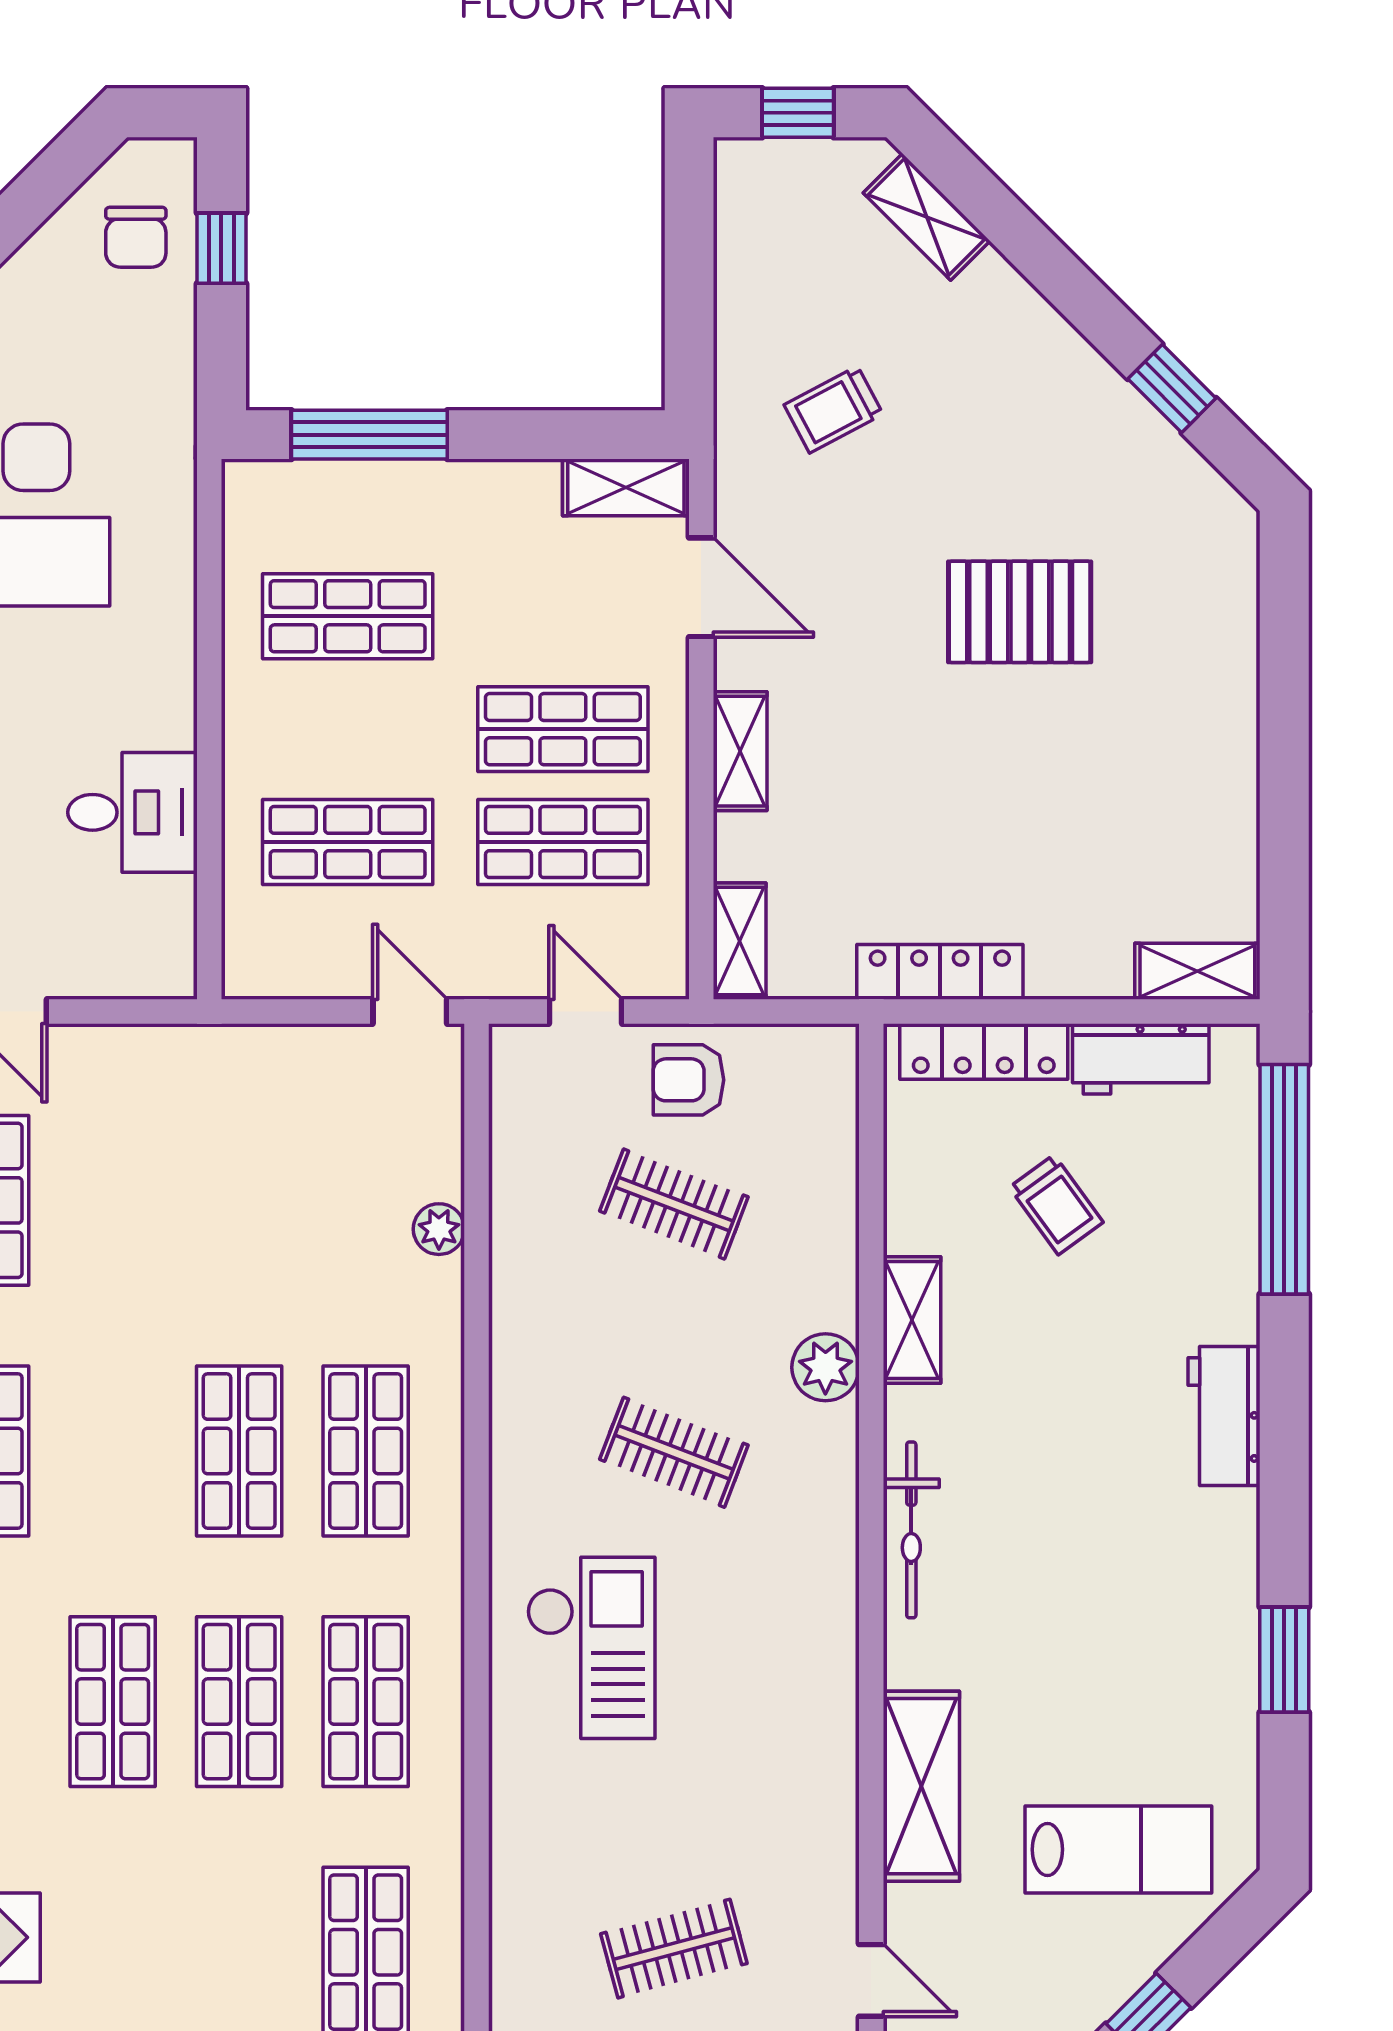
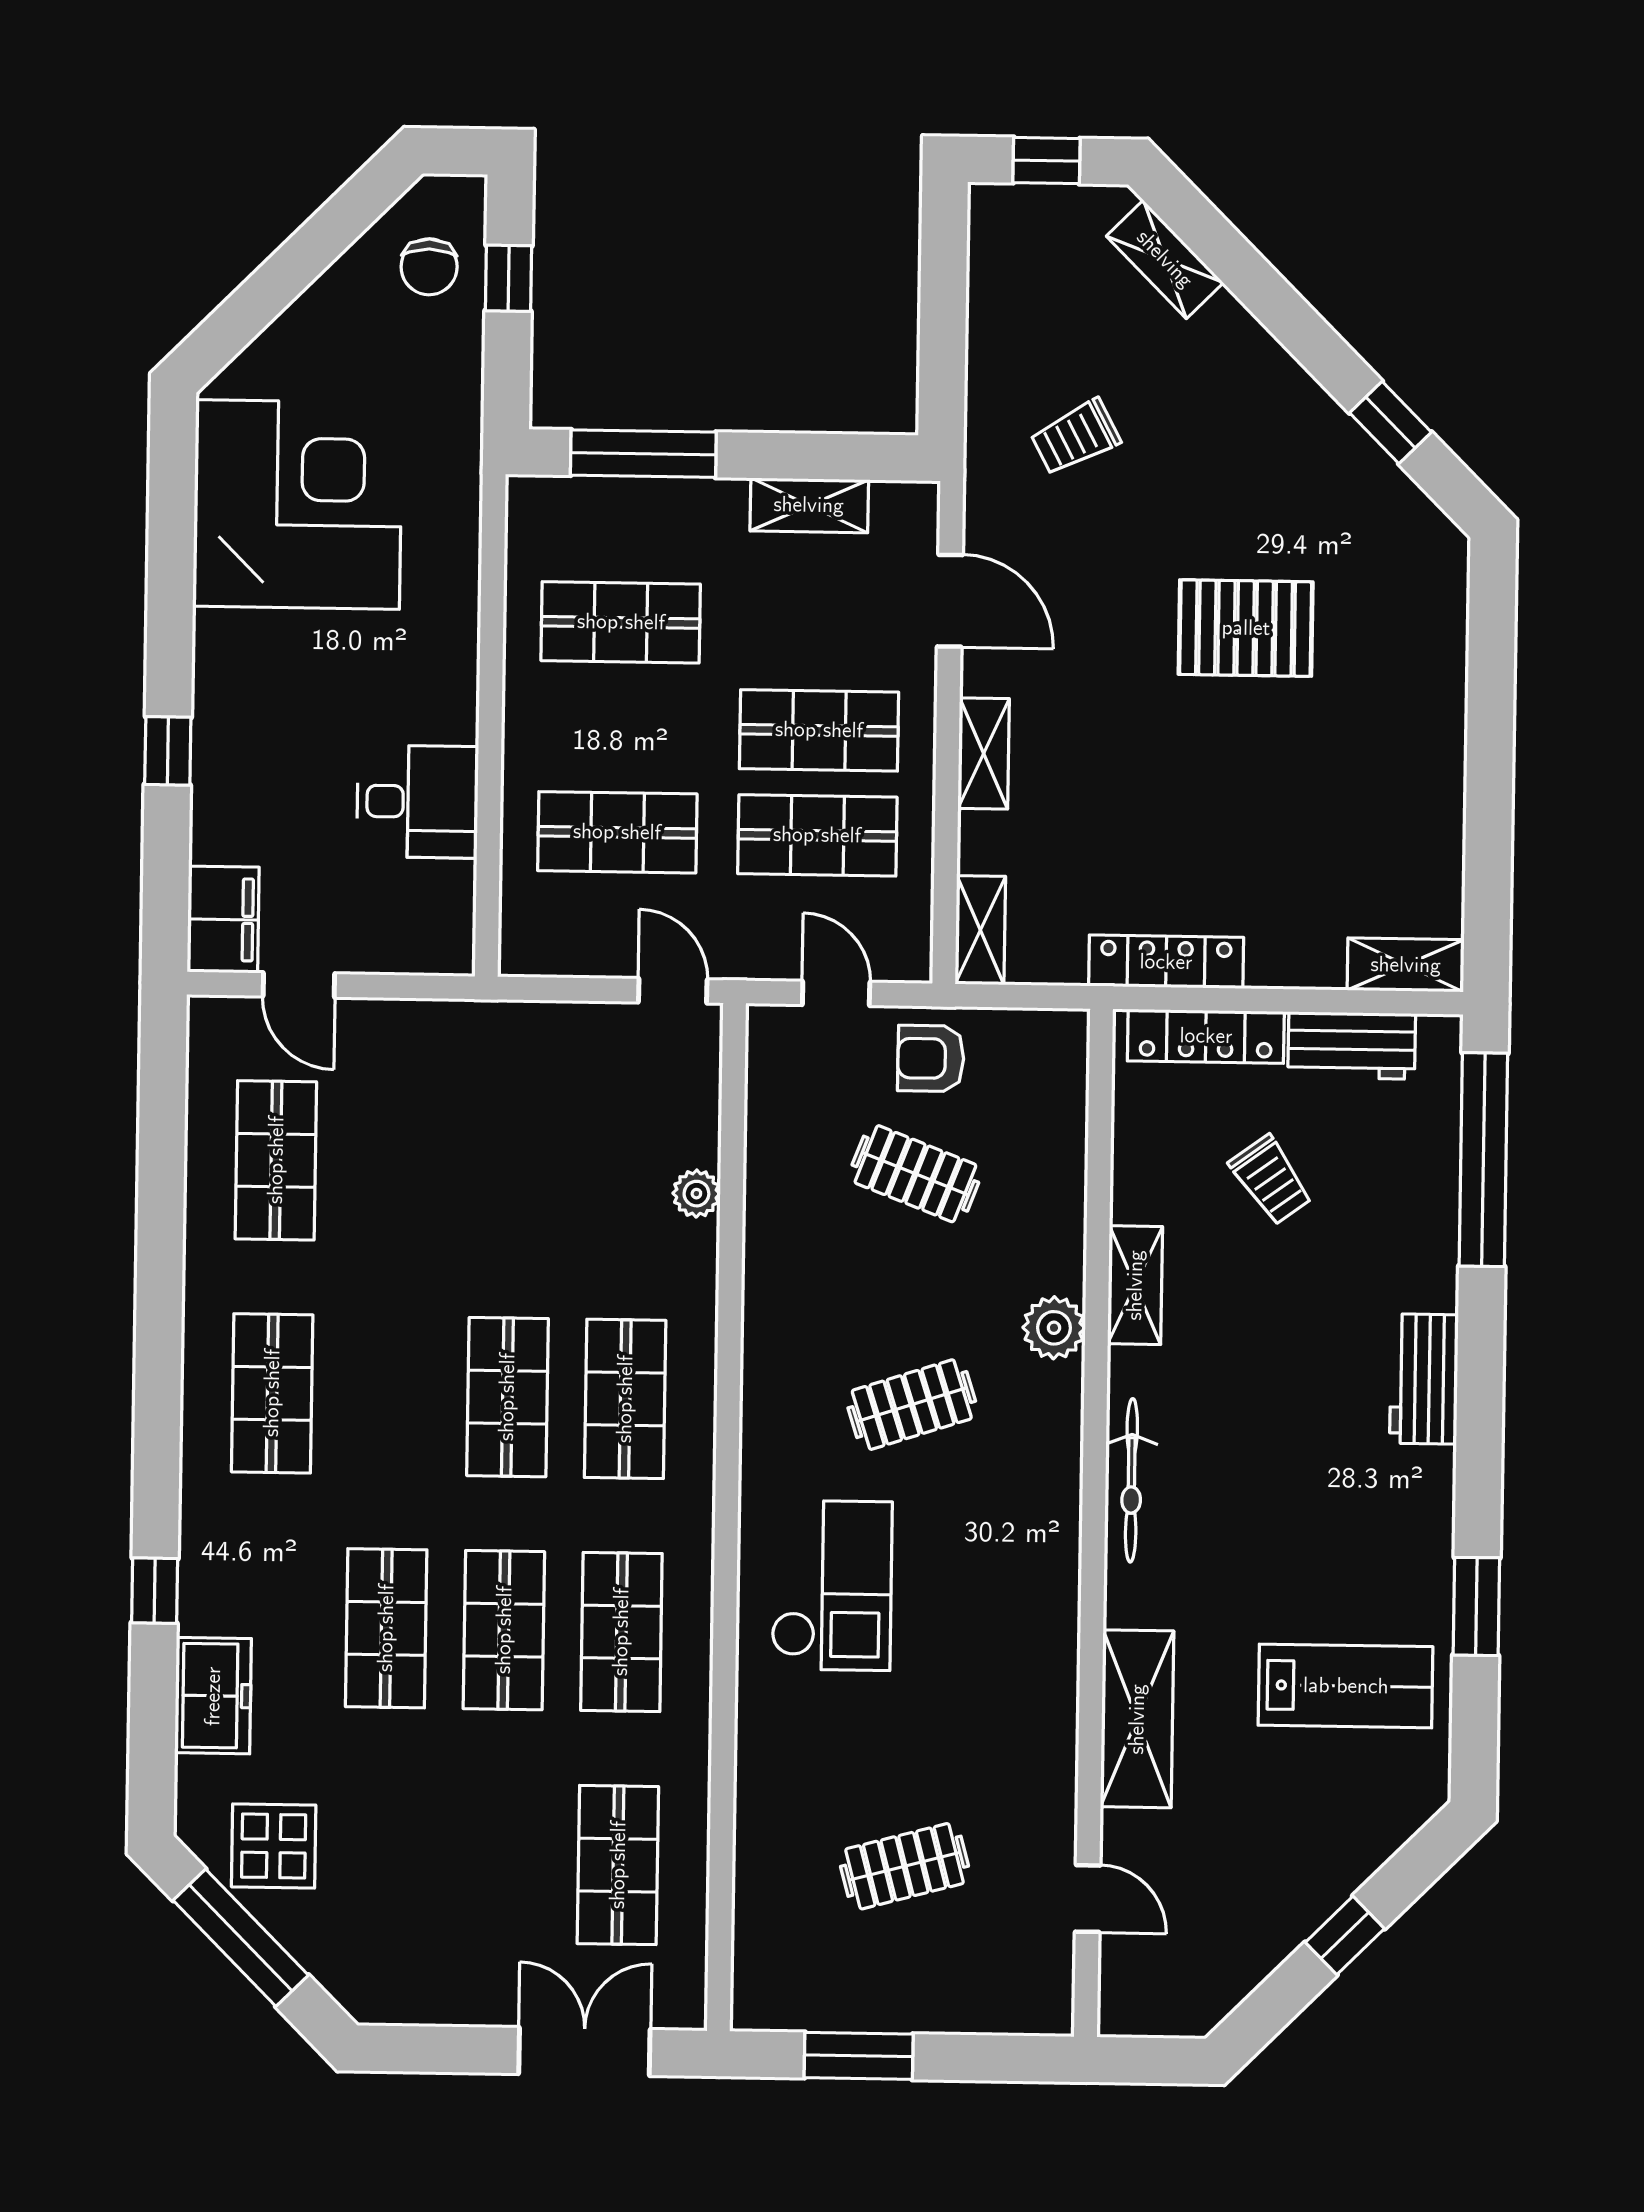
shelving: (626, 487) -> (809, 505), moved
clothes rail: (674, 1452) -> (912, 1405), turned -39
lab bench: (1118, 1850) -> (1346, 1686), moved

